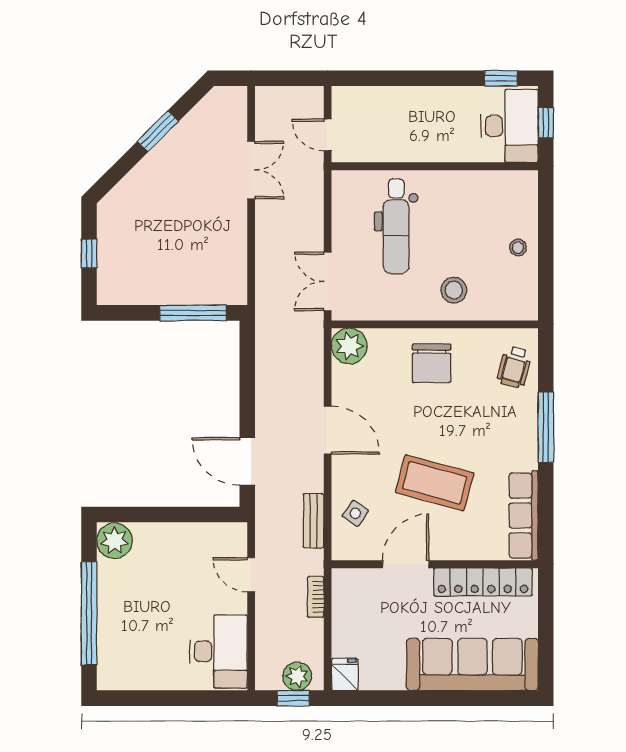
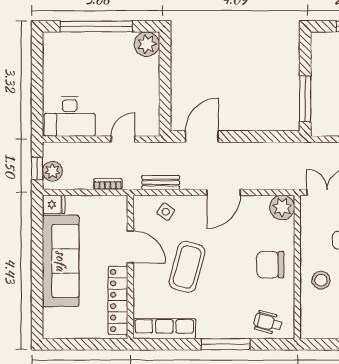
sofa: (472, 664) -> (61, 261), moved

